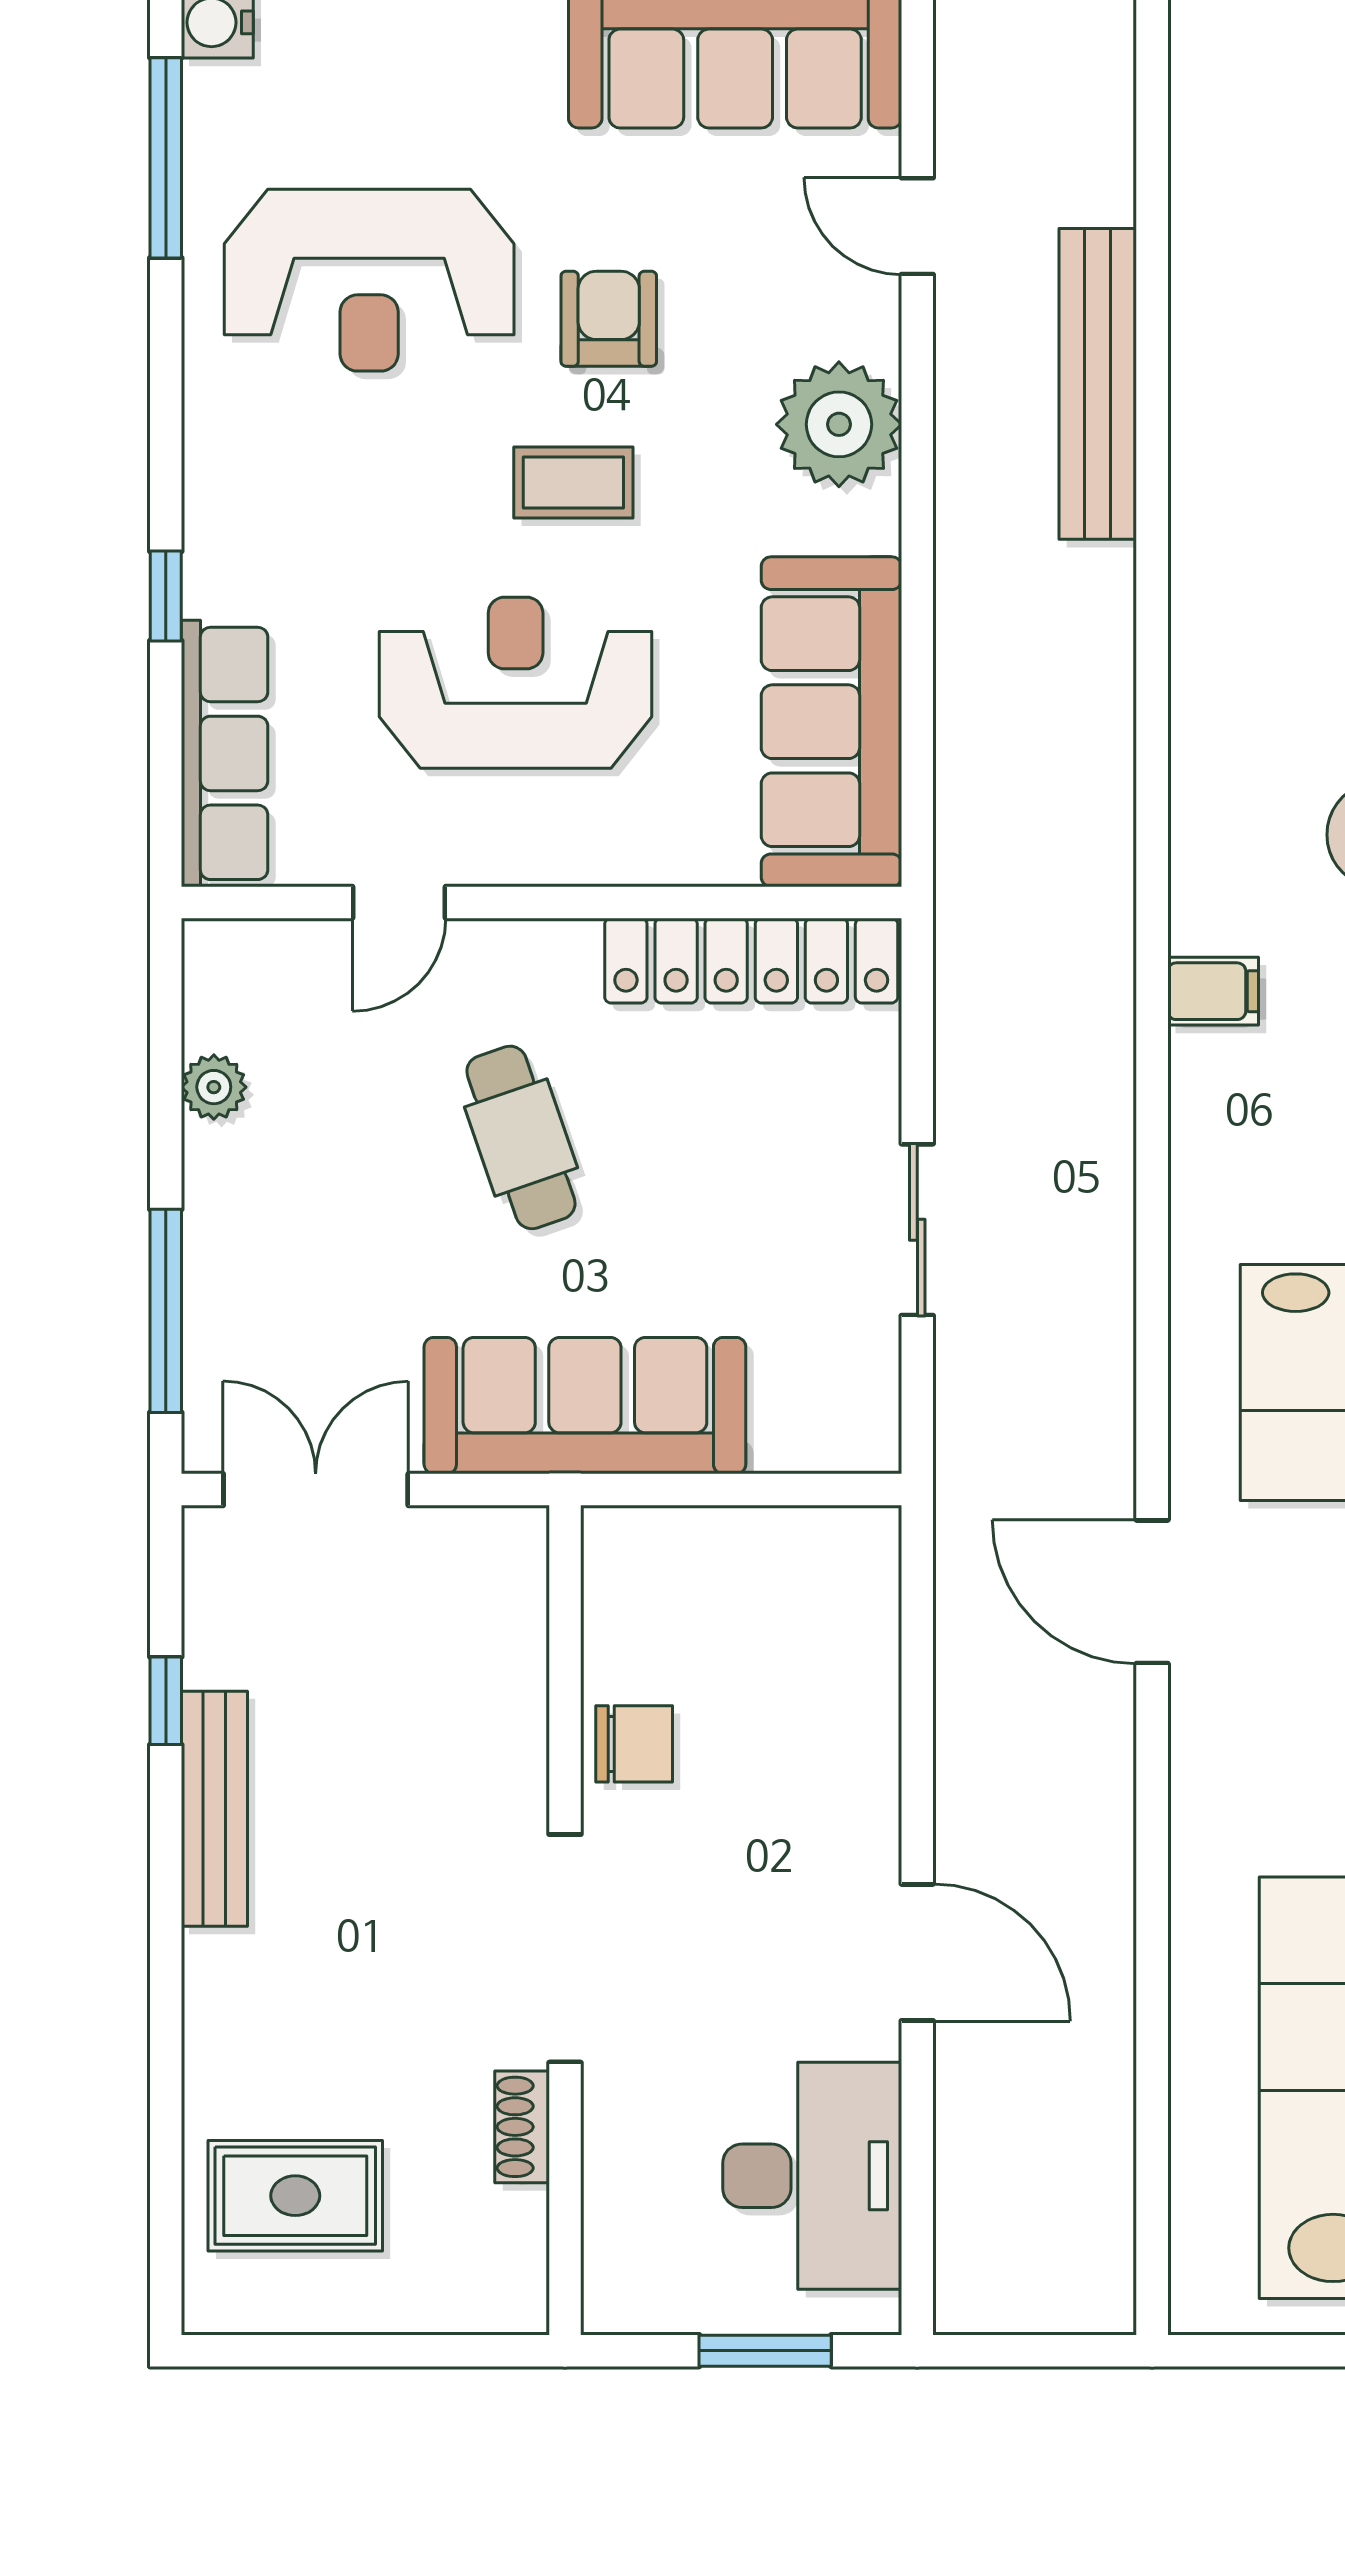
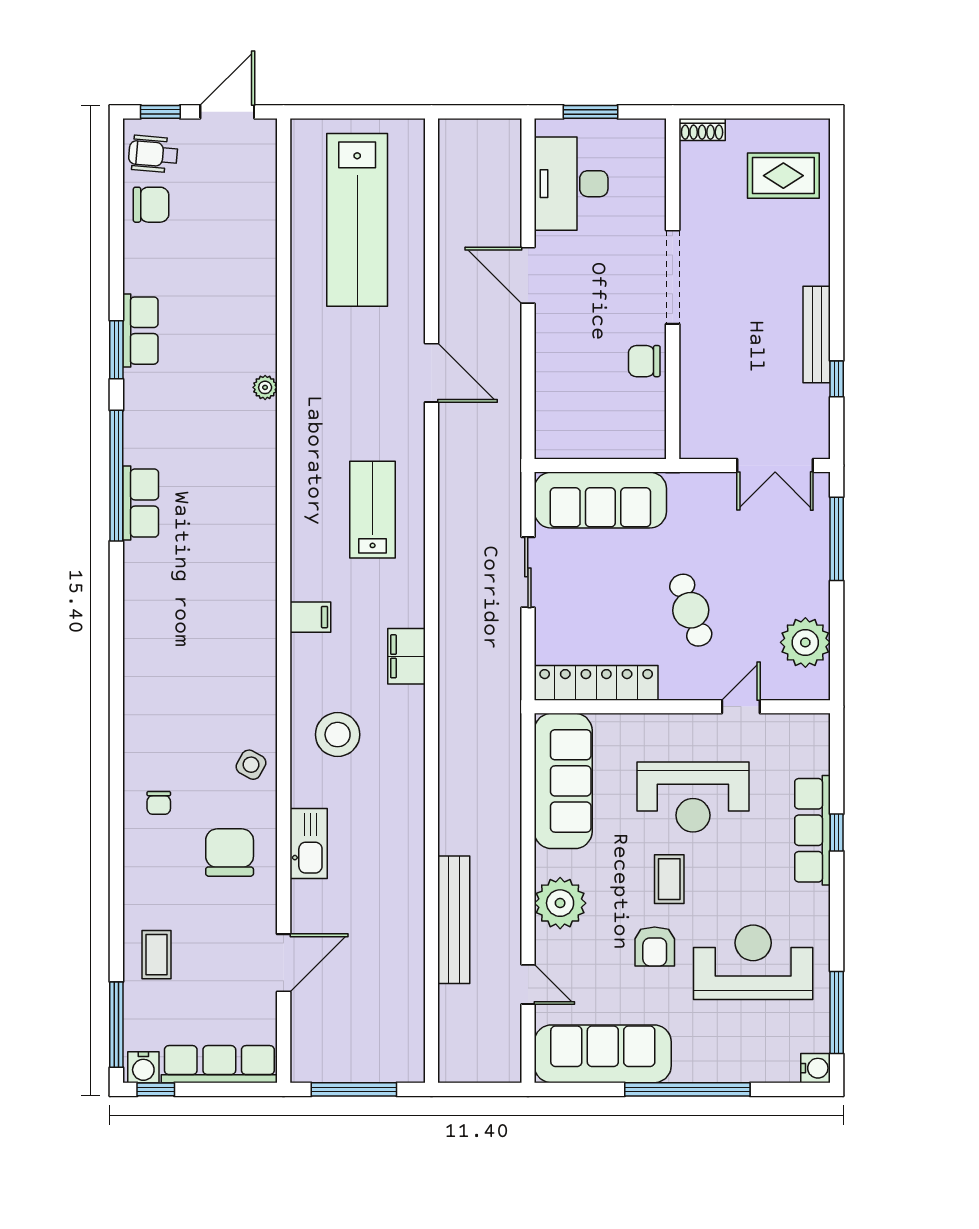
coffee table: (573, 482) -> (669, 879), turned 90
row of seats: (225, 753) -> (812, 830), moved
filing cabinet: (1213, 991) -> (406, 656), width x2.00
plant: (214, 1087) -> (805, 642), width x1.88, depth x1.88
sofa: (585, 1406) -> (600, 500), moved
door: (1152, 1592) -> (432, 373), moved
shoe rack: (522, 2127) -> (702, 129), moved, turned 90

